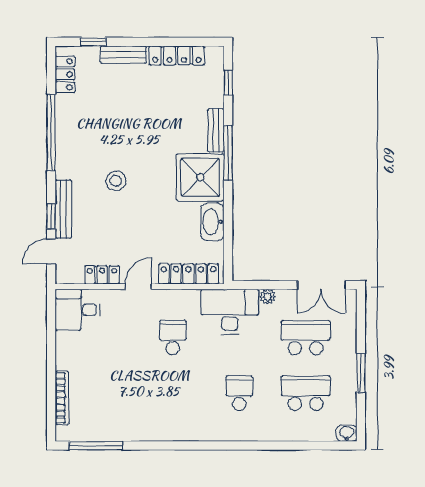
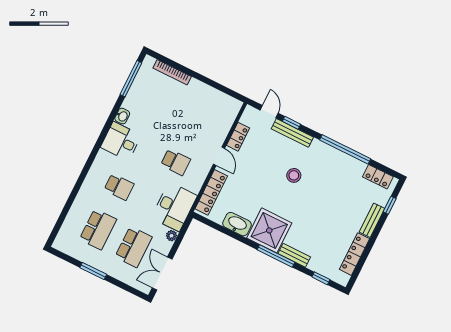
desk: (78, 310) -> (121, 141), moved, turned -90
washbasin: (347, 433) -> (122, 116), moved

